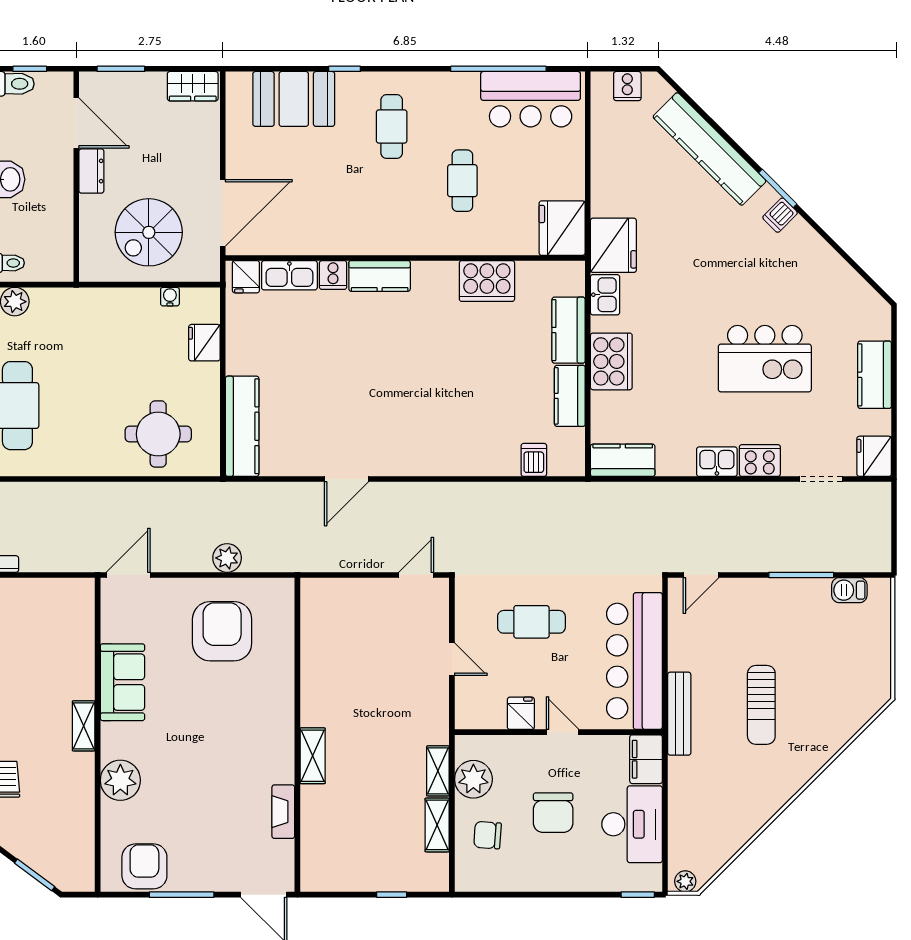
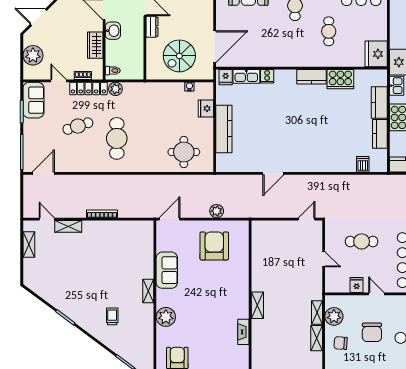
kitchen counter: (380, 276) -> (312, 77), moved
kitchen counter: (242, 426) -> (224, 129), moved

